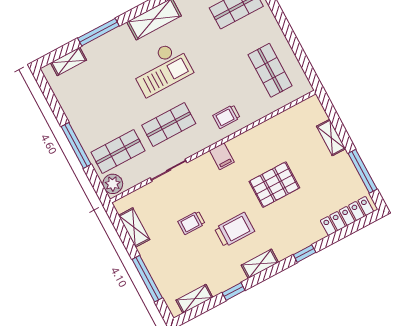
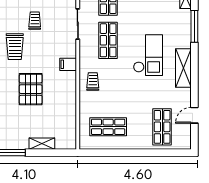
checkout: (161, 69) -> (148, 55), turned 180

